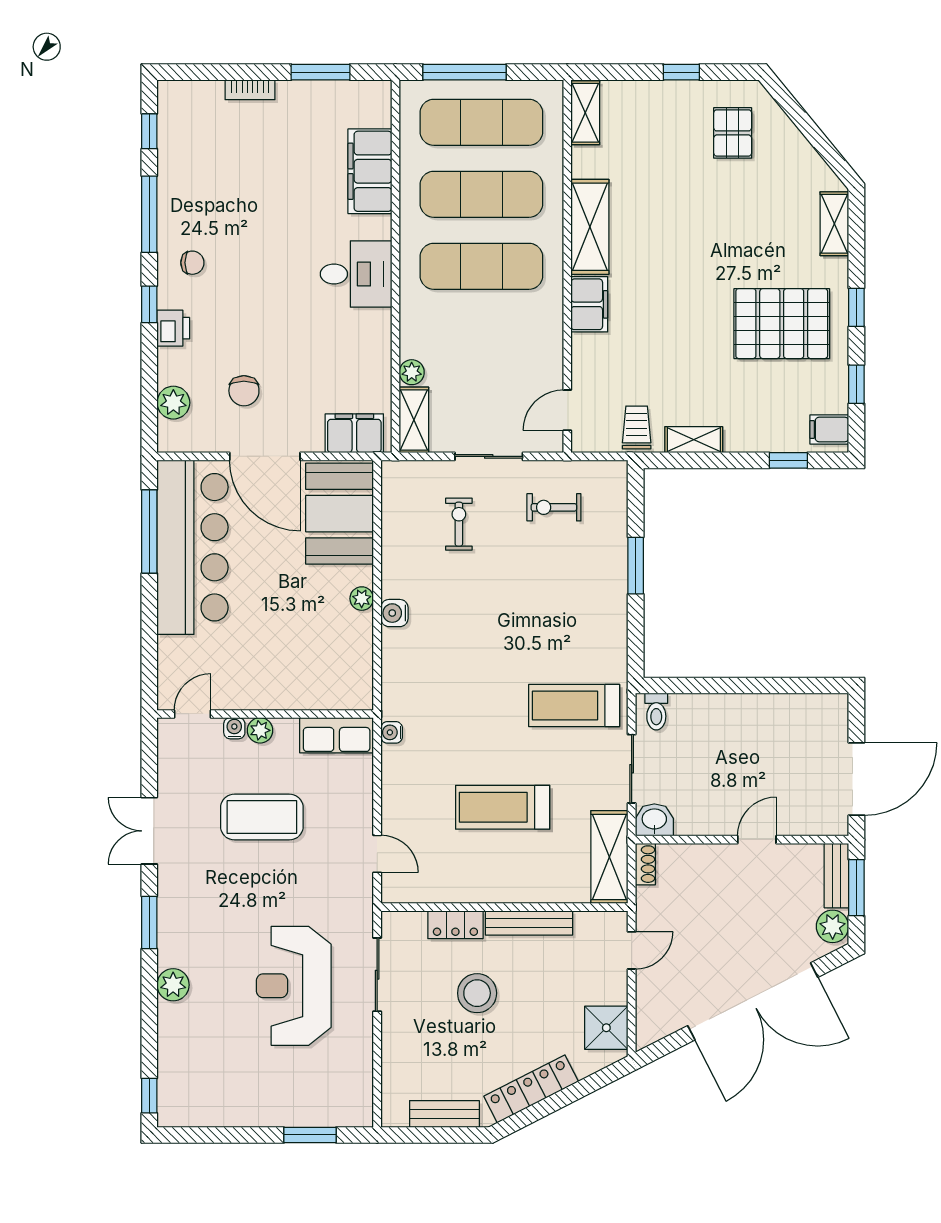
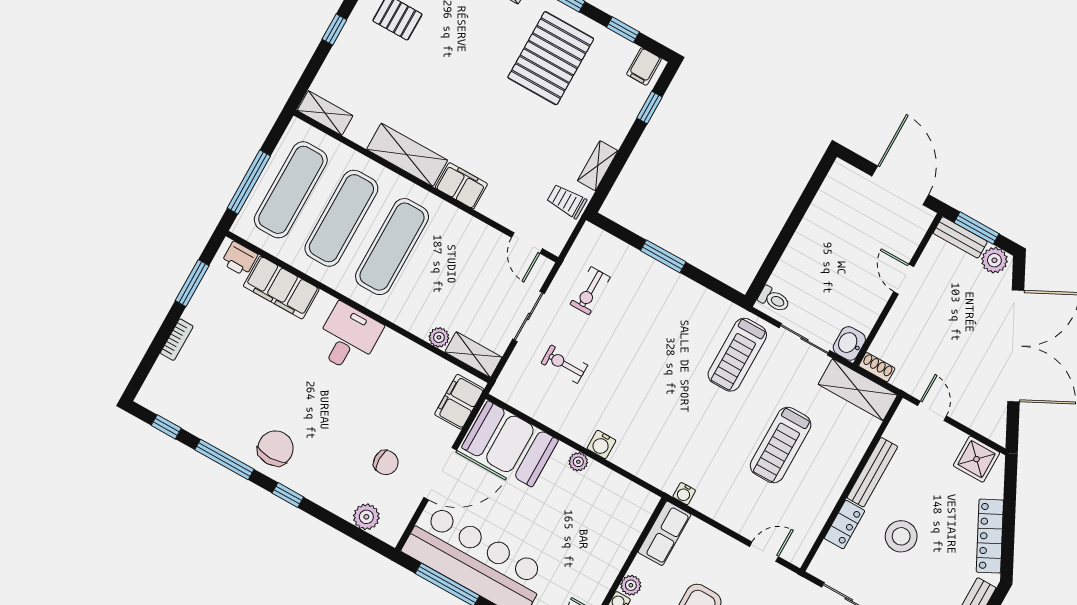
chair: (192, 263) -> (276, 448), width x1.87, depth x1.87
printer: (173, 328) -> (239, 259), moved, turned 180

